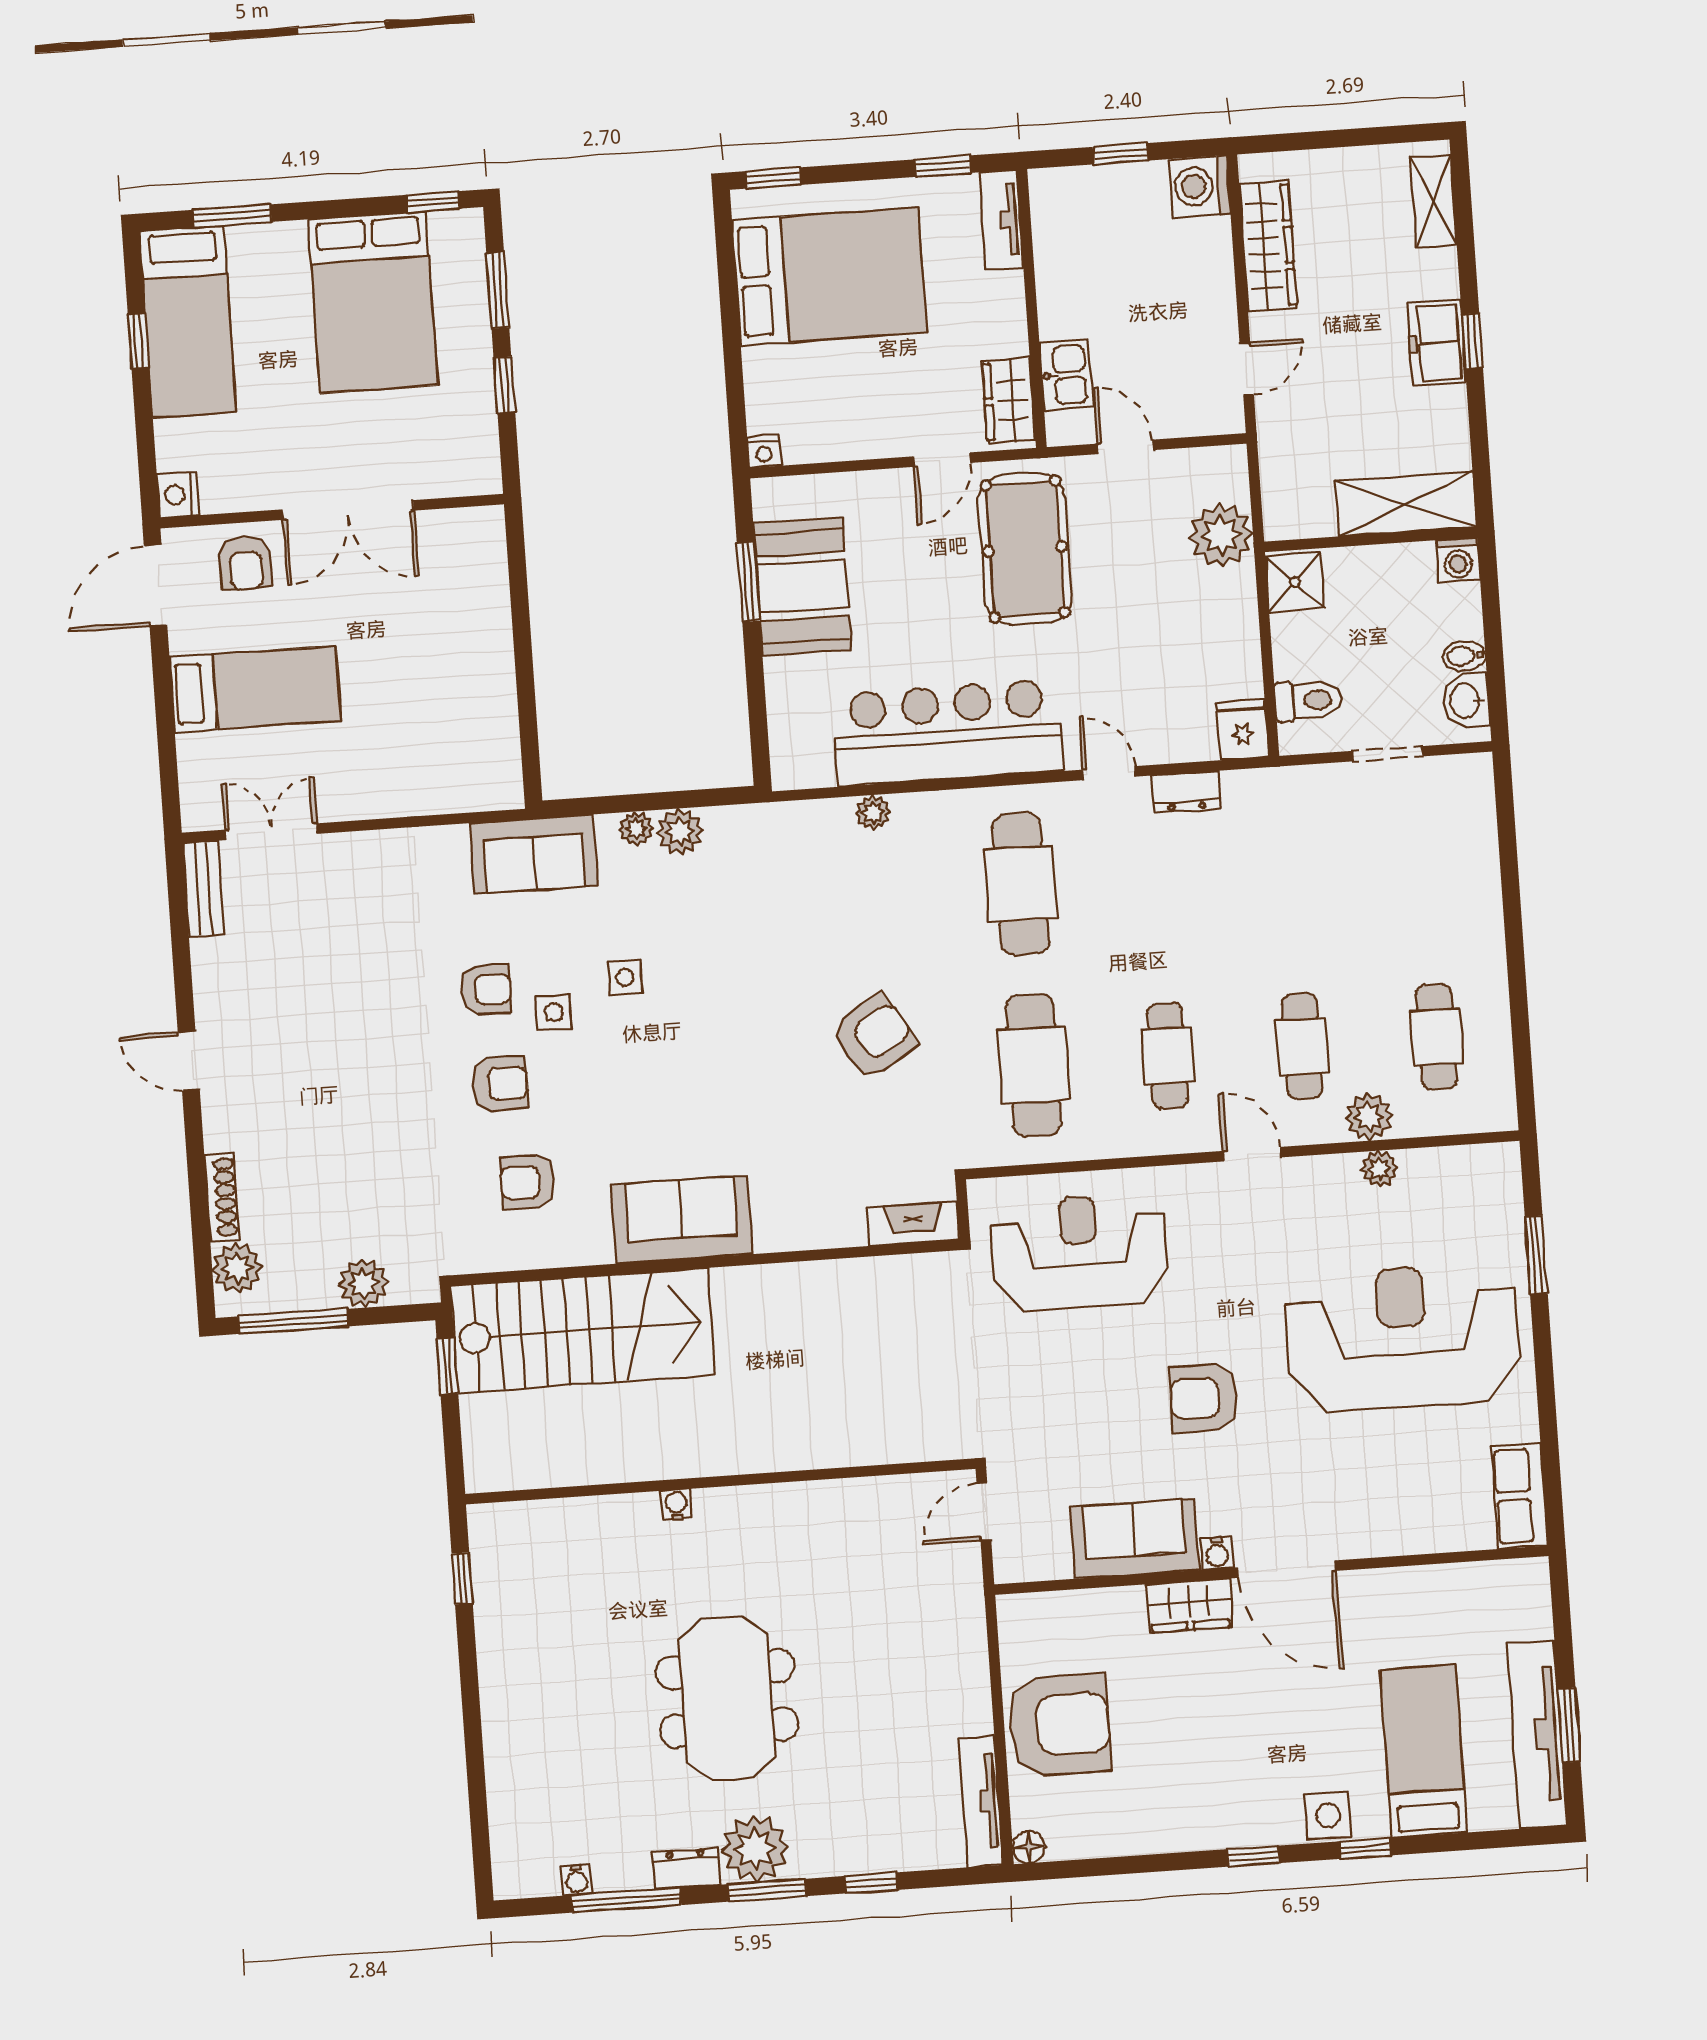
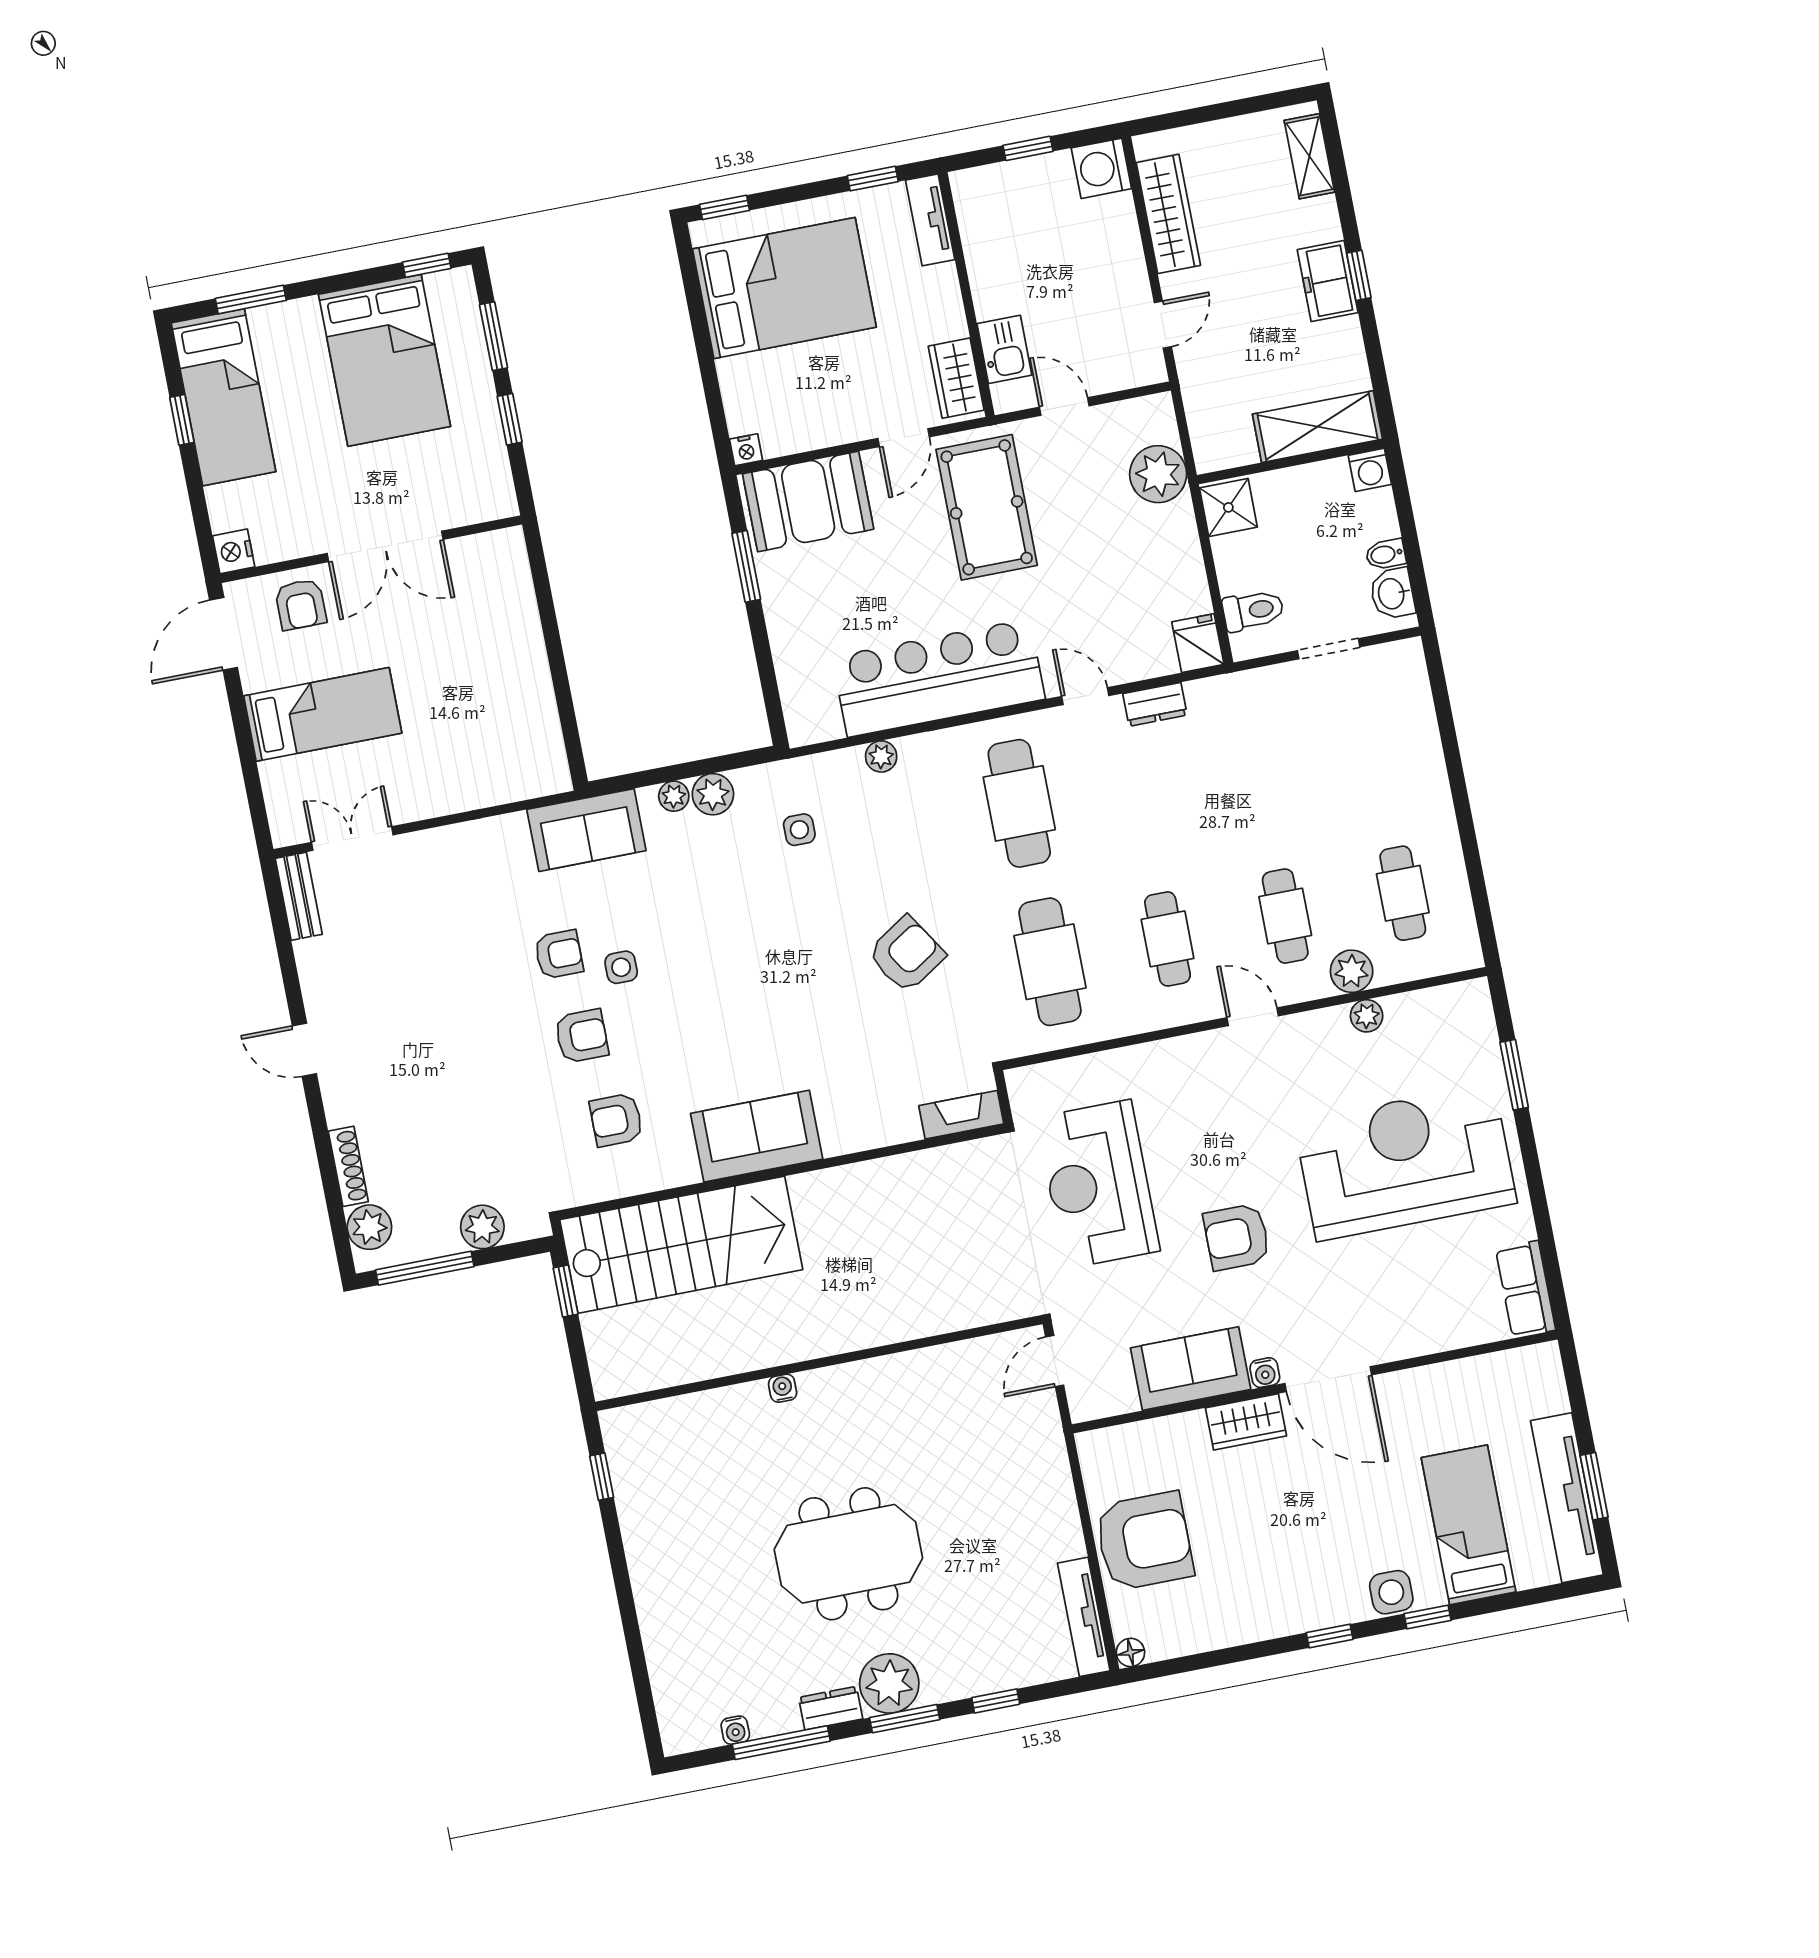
booth: (802, 586) -> (808, 502), moved, turned 90
side table: (625, 977) -> (799, 830), moved
reception desk: (1080, 1252) -> (1098, 1184), moved, turned -90
meeting table: (727, 1698) -> (848, 1554), turned 90

